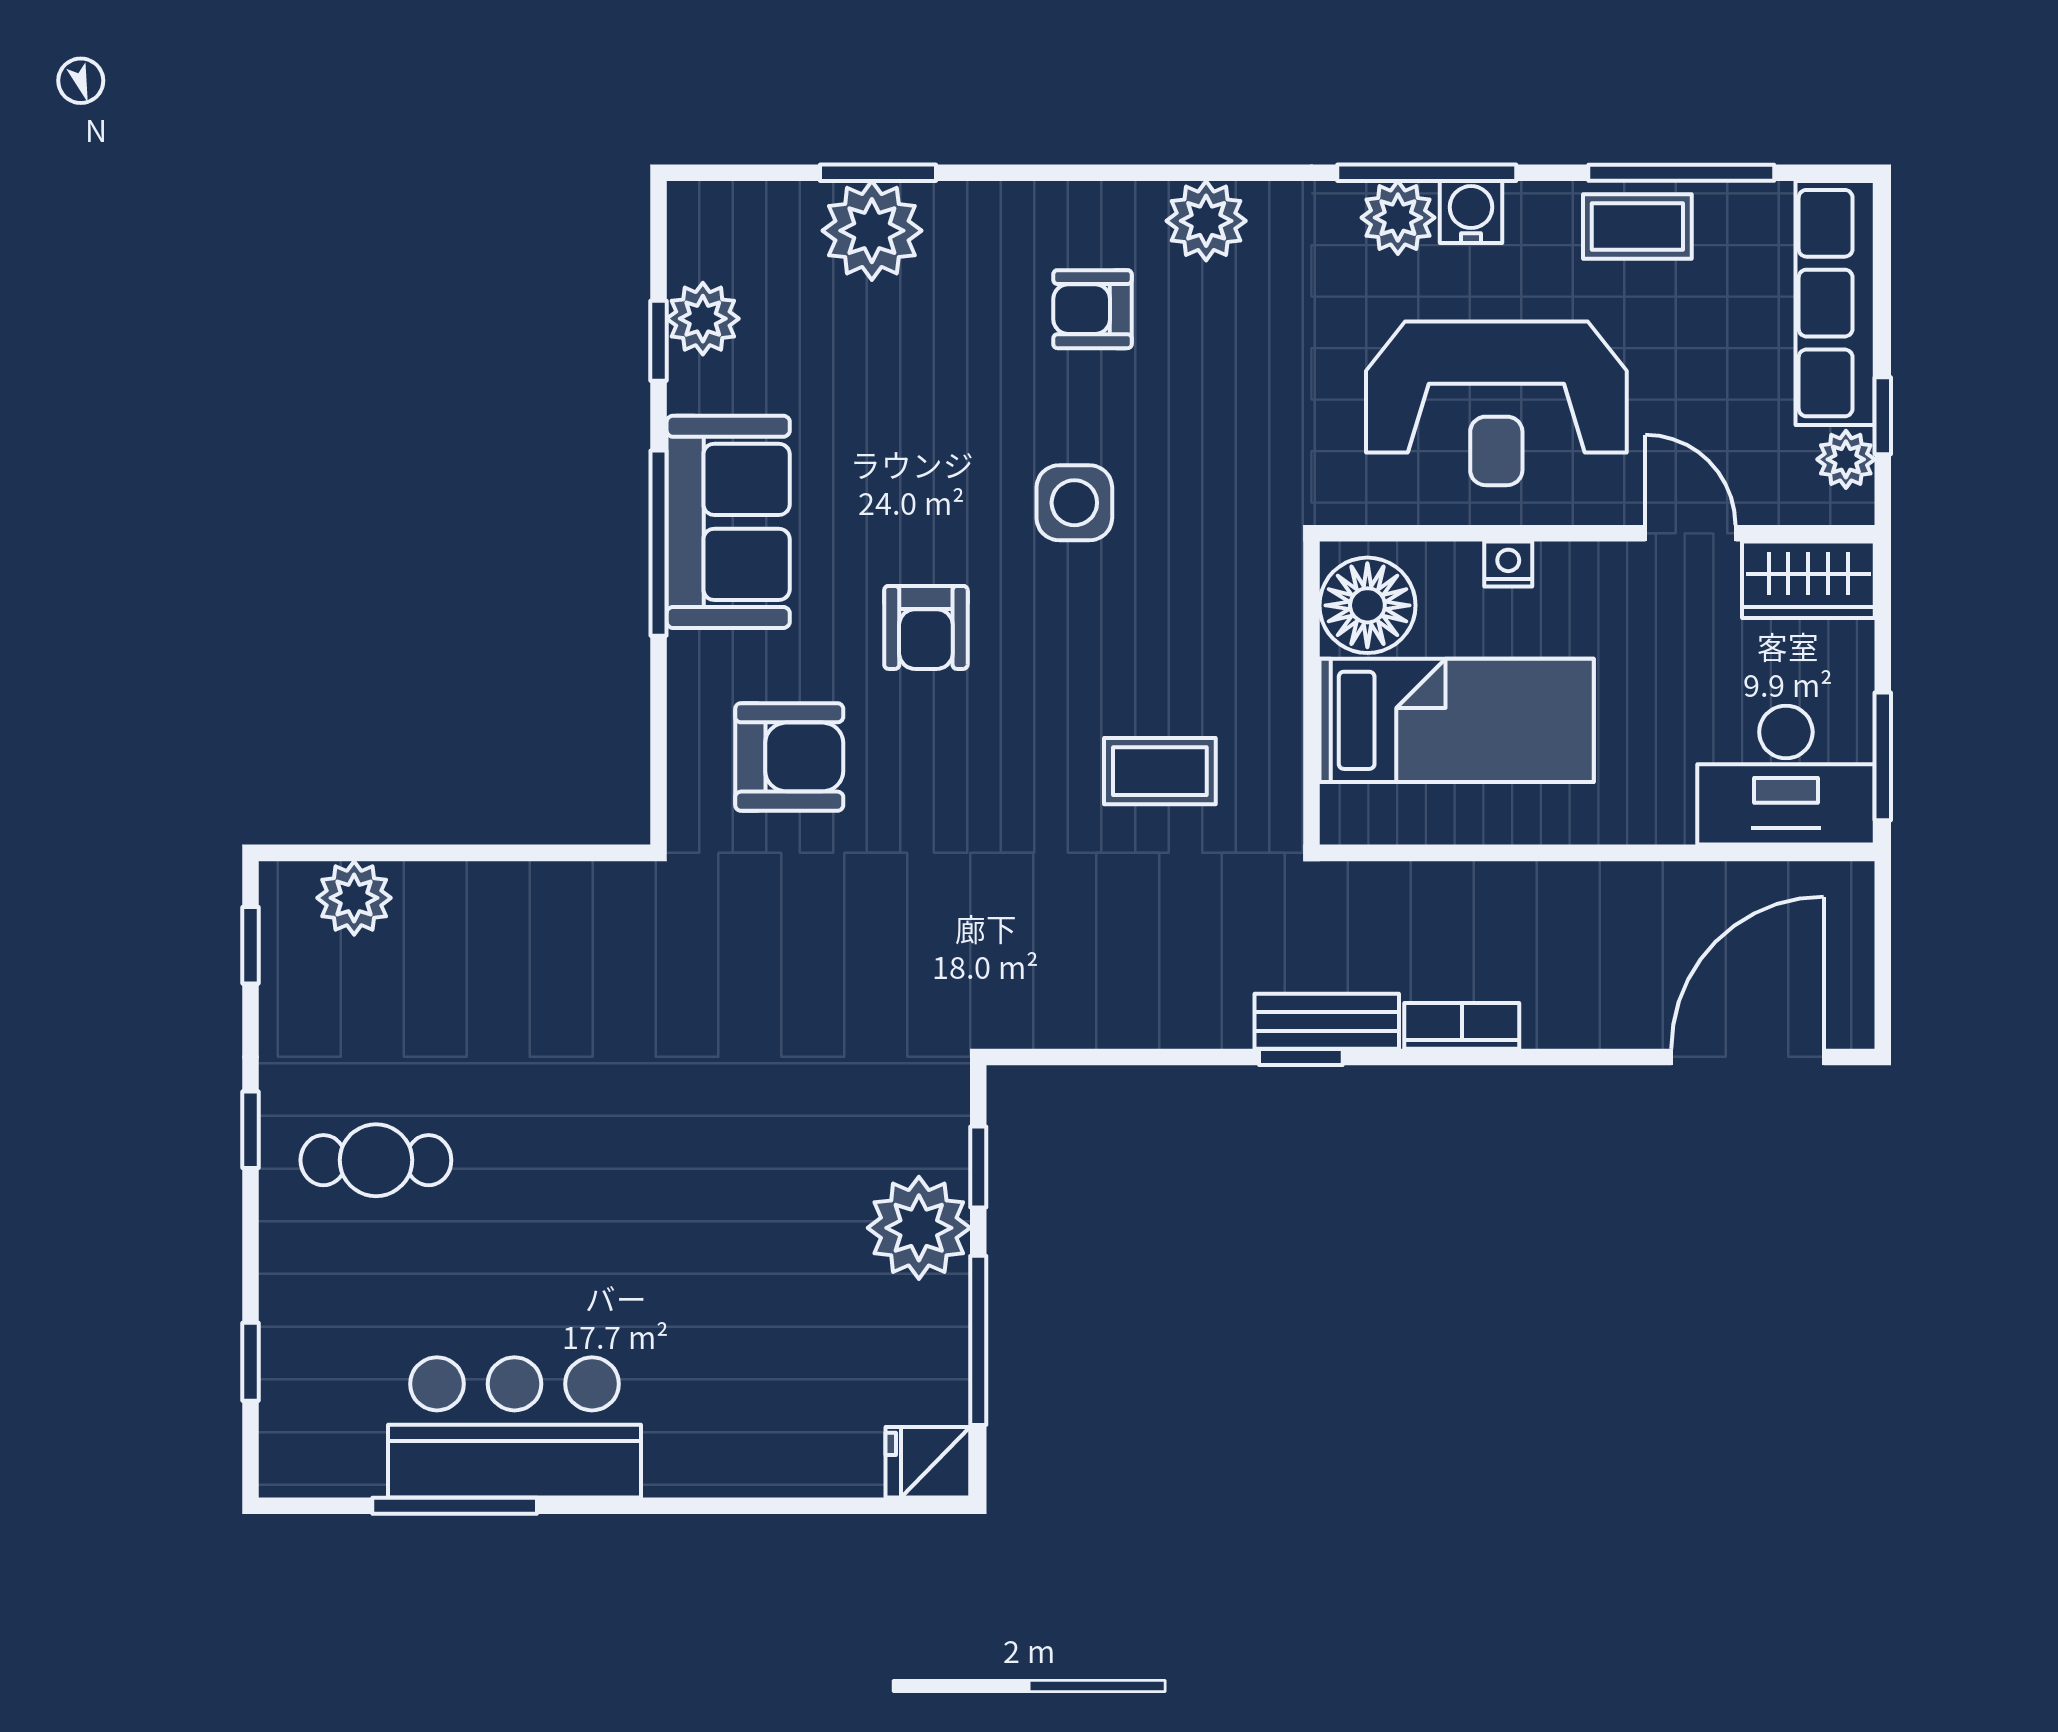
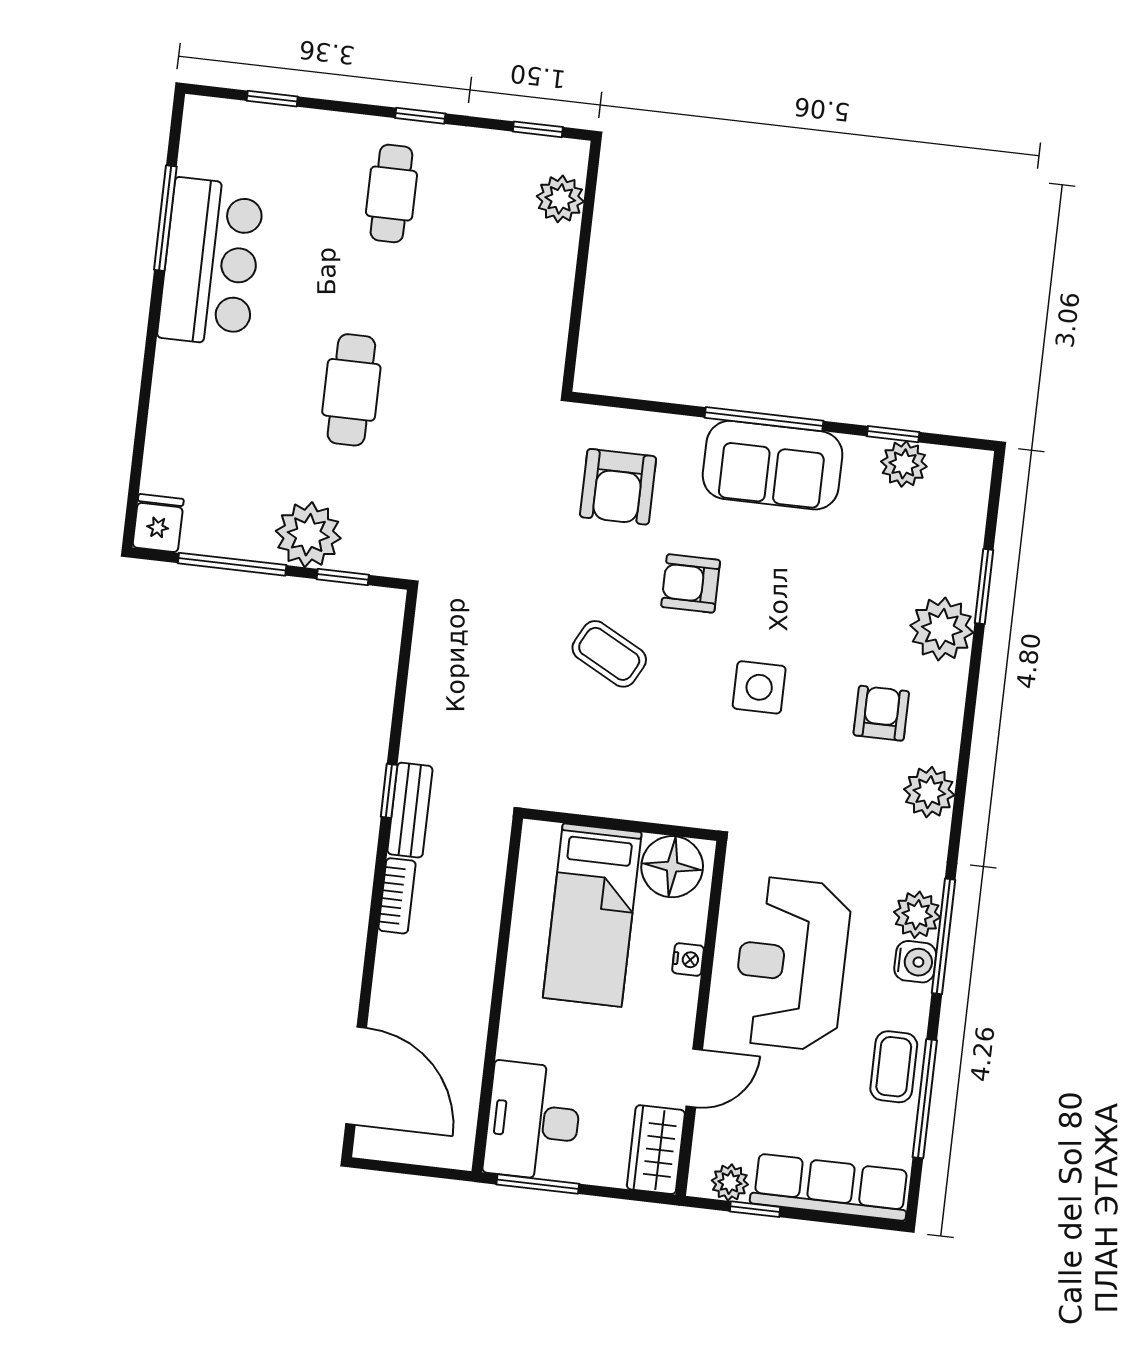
plant: (872, 231) -> (942, 629), moved
coffee table: (1160, 771) -> (609, 654), moved, turned -62
cafe table: (687, 1187) -> (351, 390), added

